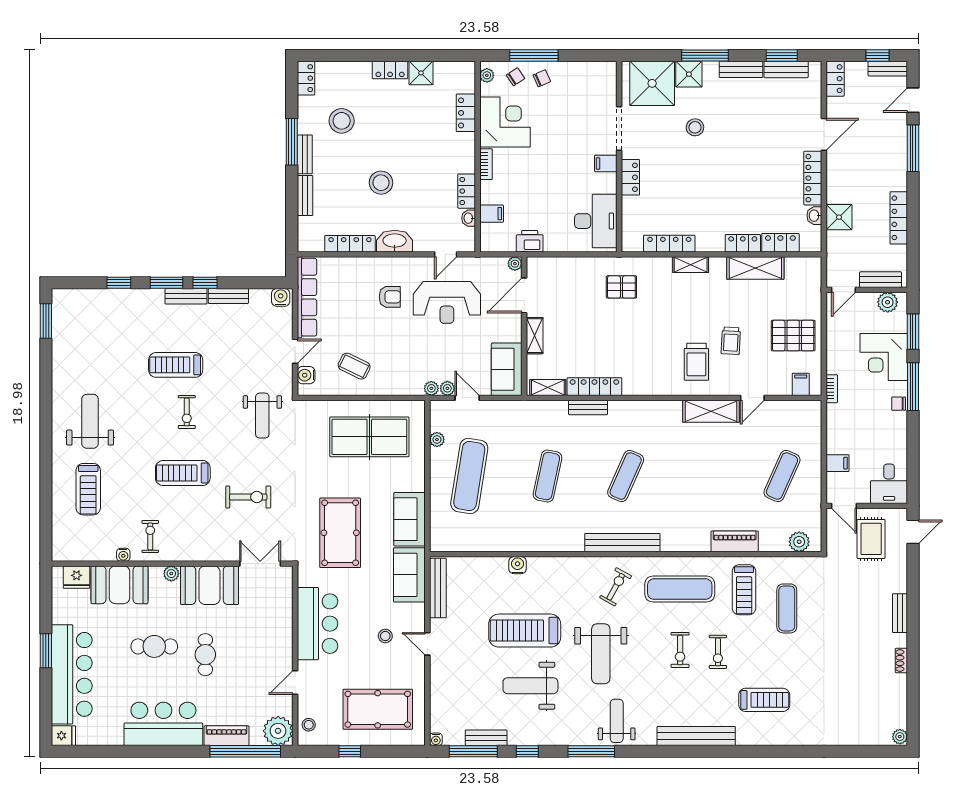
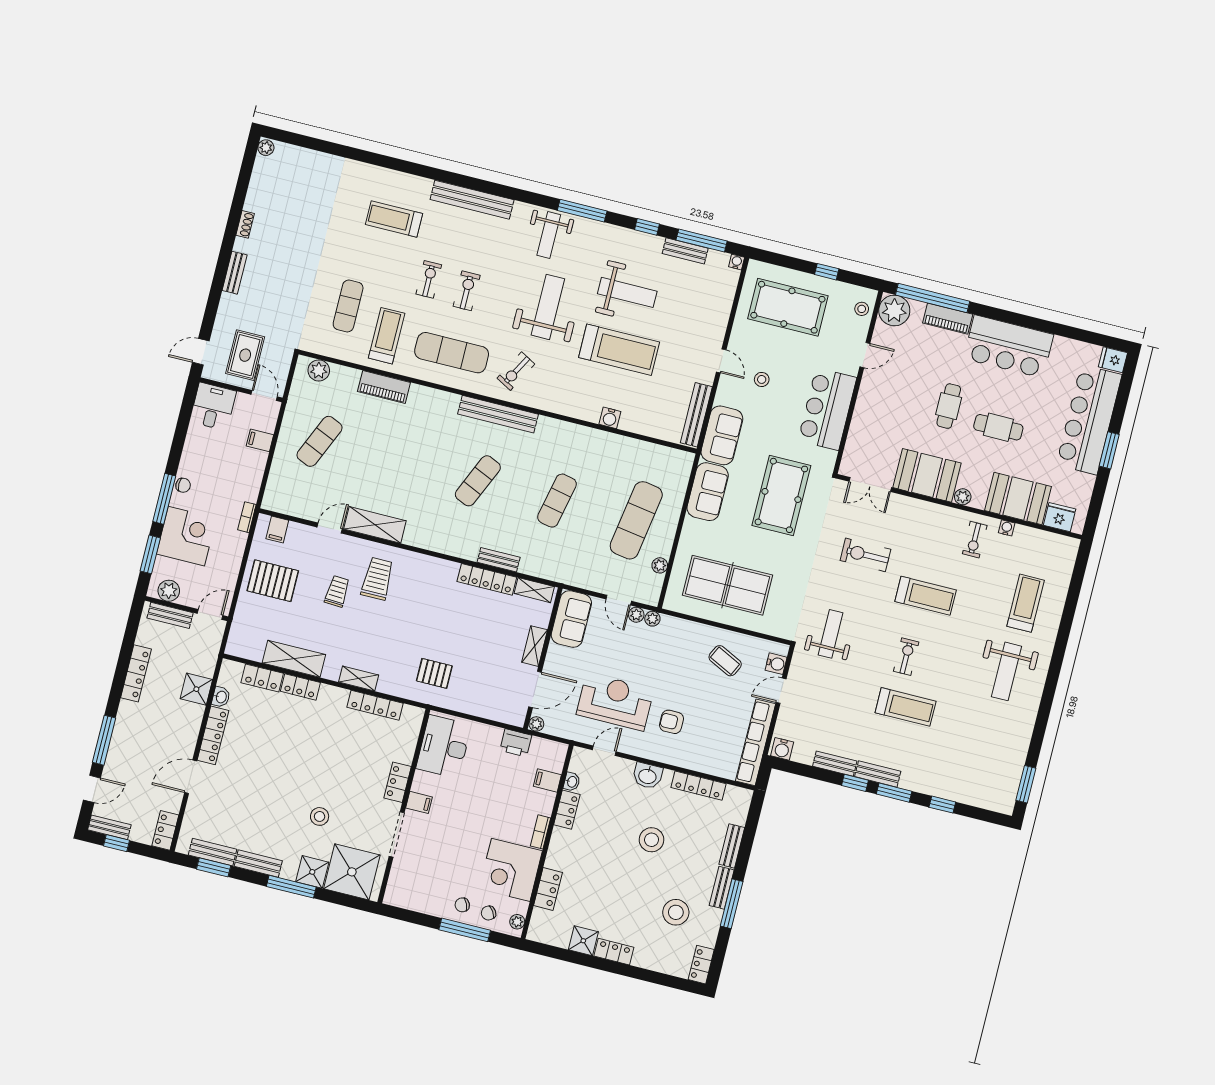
washbasin: (395, 241) -> (648, 776), width x0.72

